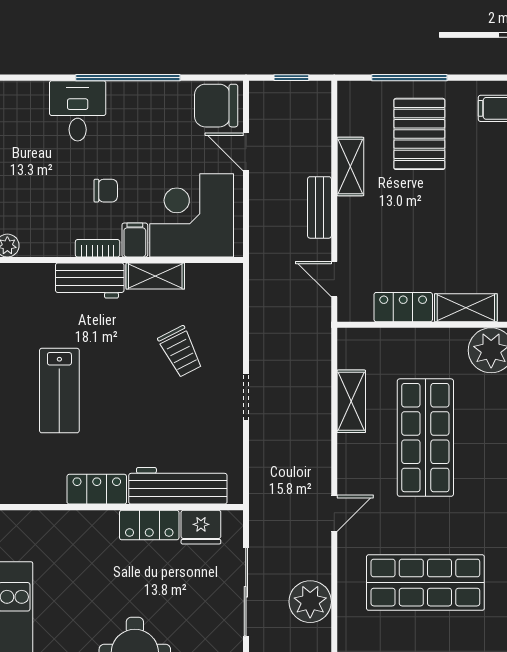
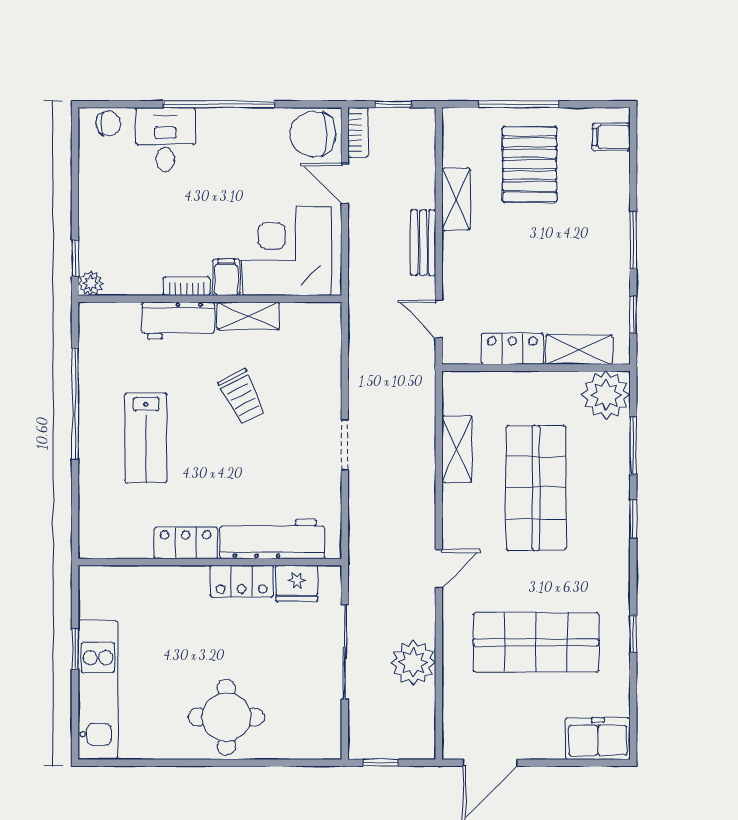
bookcase: (258, 104) -> (358, 133), added
chair: (106, 191) -> (108, 123), moved
trolley: (180, 352) -> (242, 396), moved

